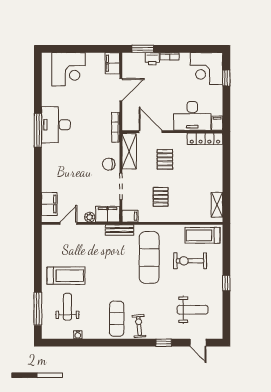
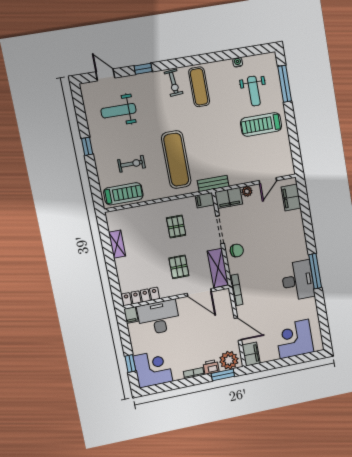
plant: (134, 62) -> (229, 360), added
door: (121, 90) -> (238, 329), swing flipped
shelving: (217, 205) -> (117, 244), moved
exercise bike: (190, 261) -> (131, 164), width x0.73, depth x0.72

